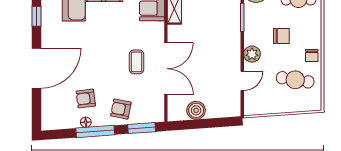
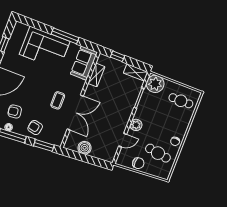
chair: (281, 36) -> (138, 163), moved

